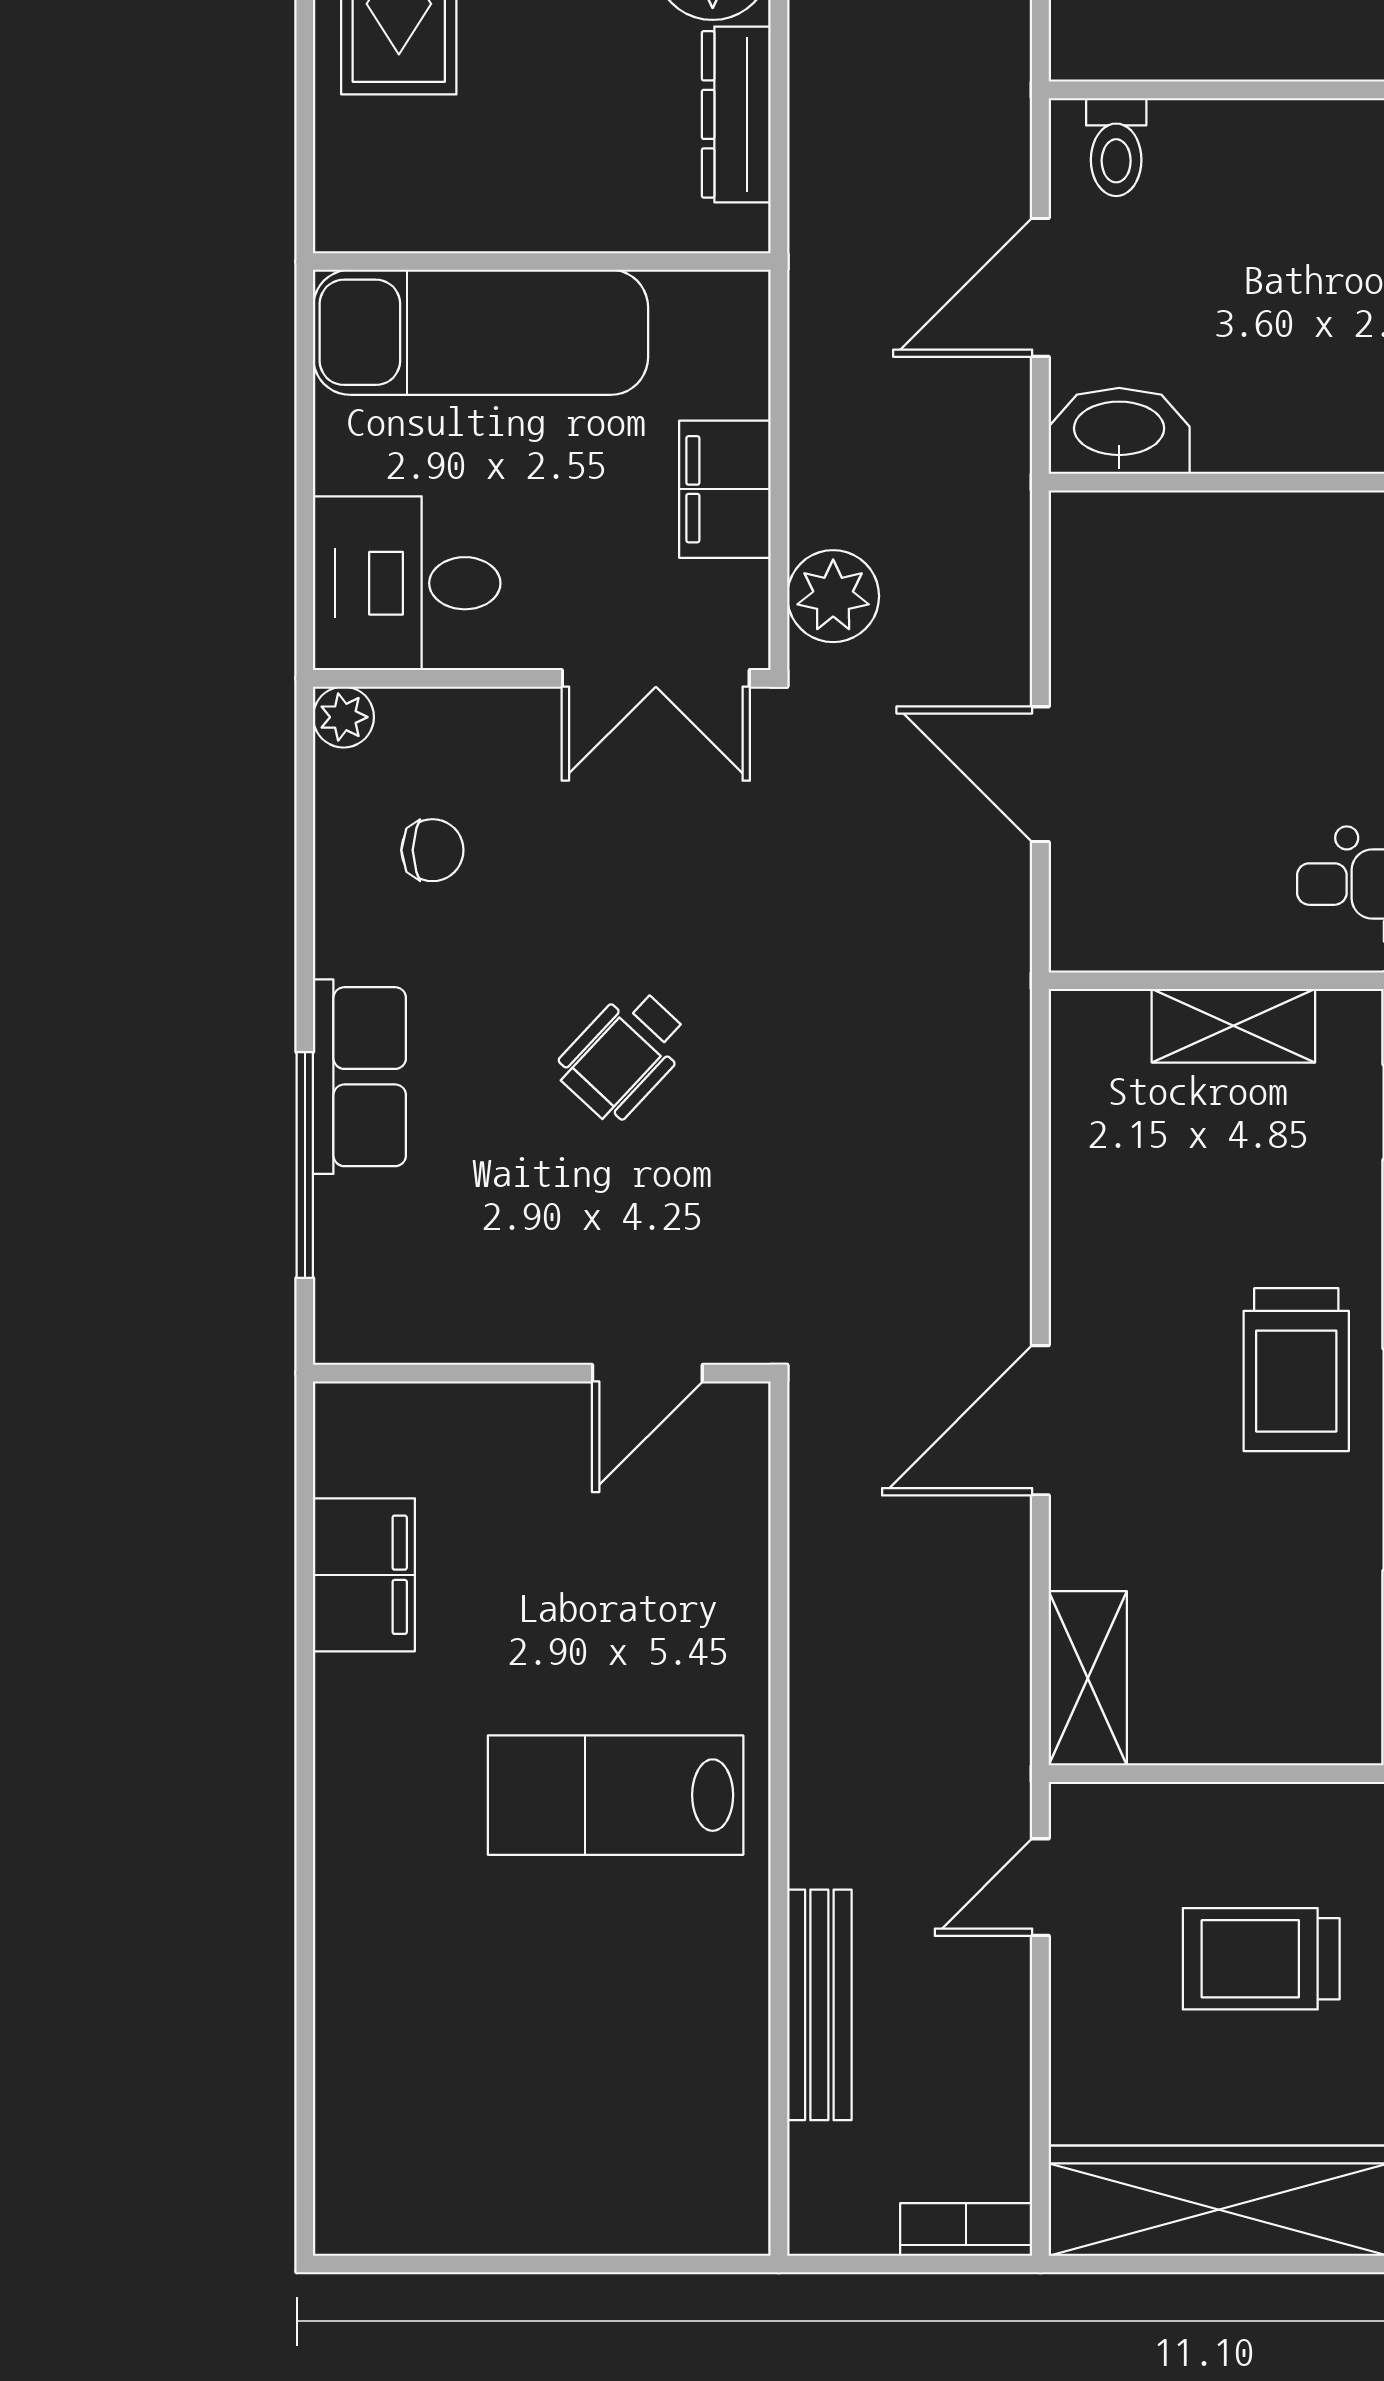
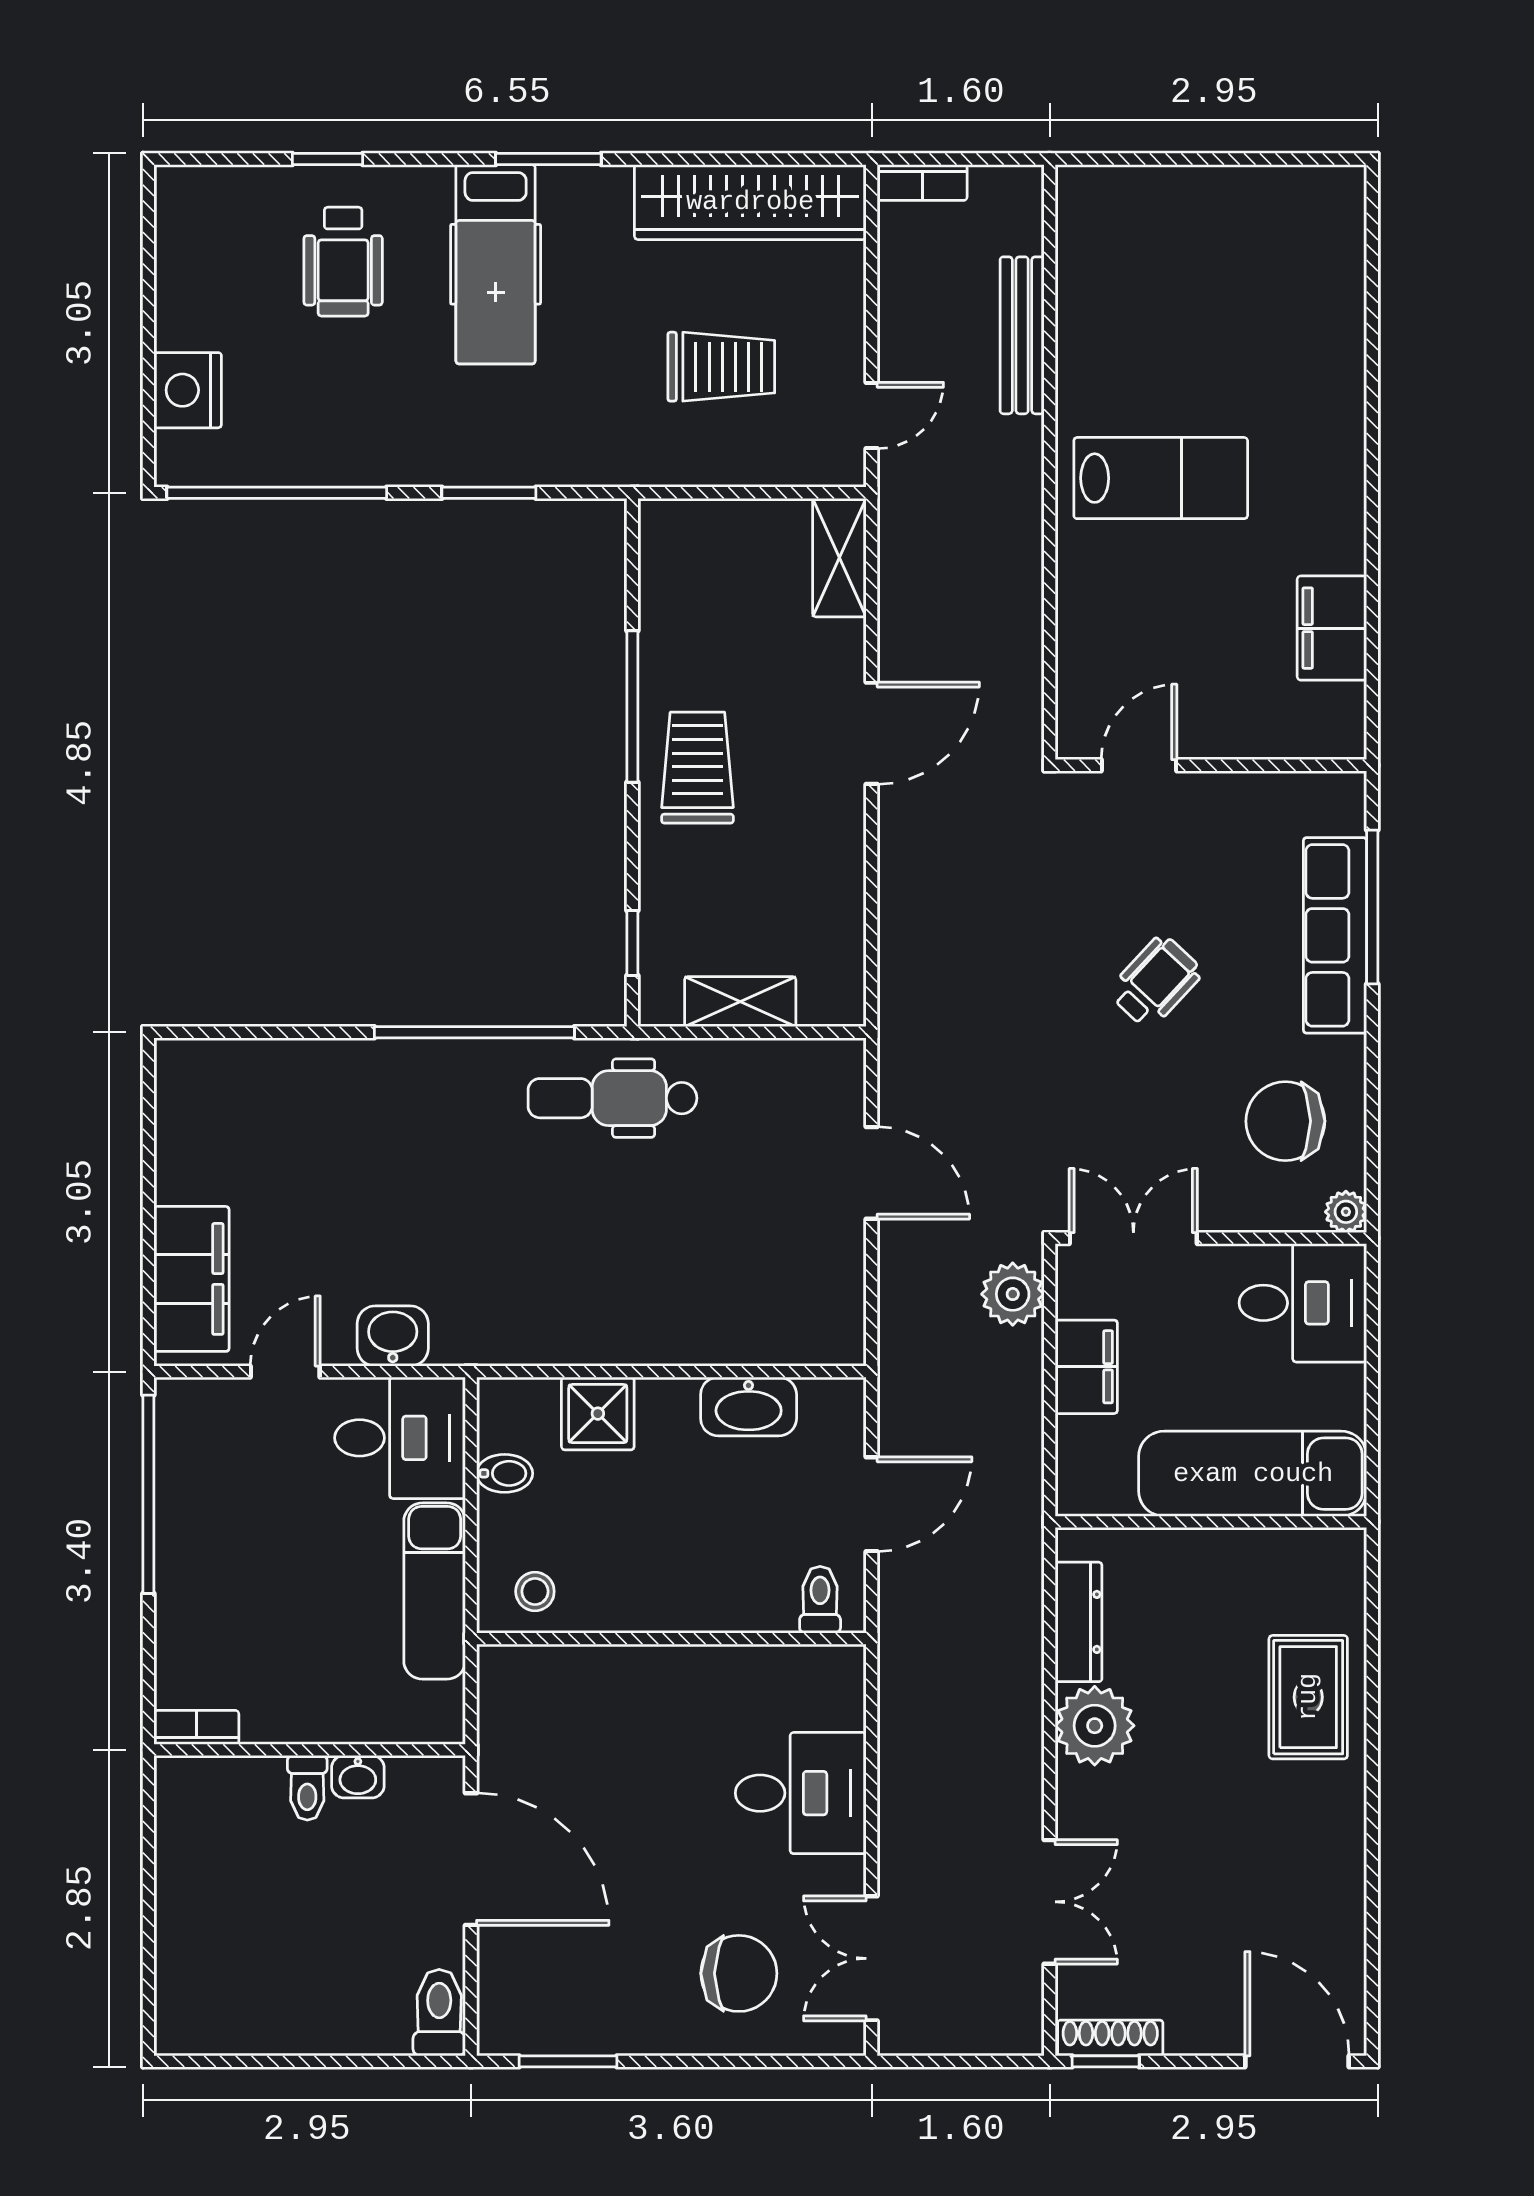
washbasin: (1119, 431) -> (749, 1407), moved
chair: (432, 850) -> (1285, 1121), width x1.87, depth x1.87
row of seats: (359, 1077) -> (1335, 935), width x1.48

